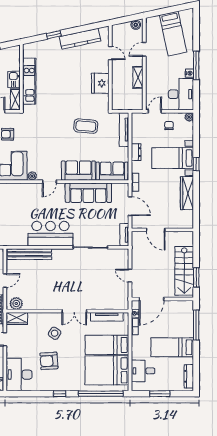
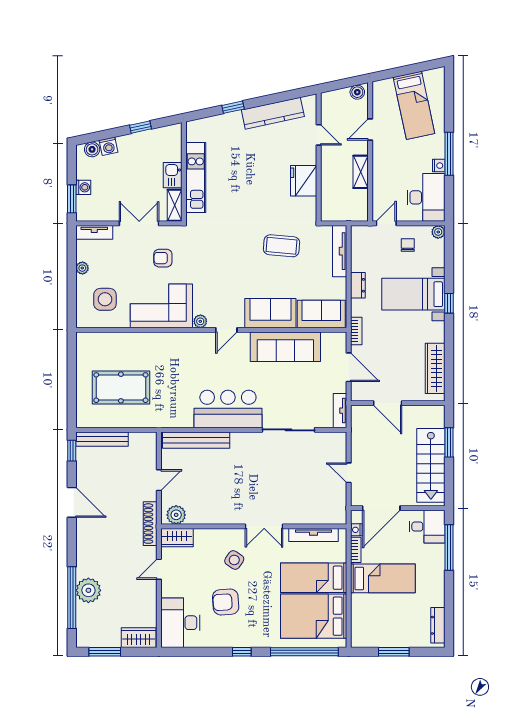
wardrobe: (187, 193) -> (435, 368), moved
window: (196, 277) -> (449, 442), moved
bed: (172, 347) -> (383, 578), moved, turned 180
desk: (143, 371) -> (427, 527), moved, turned 180

